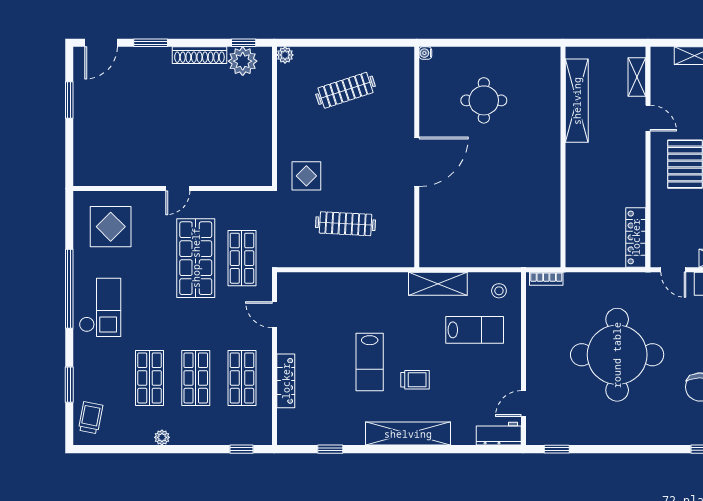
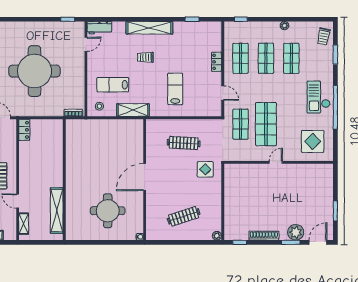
plant: (243, 61) -> (296, 232), moved
round table: (484, 100) -> (108, 211), width x1.36, depth x1.36
locker: (636, 237) -> (24, 130), width x0.66
lab bench: (370, 362) -> (175, 89), moved
locker: (286, 381) -> (217, 62), width x0.66

